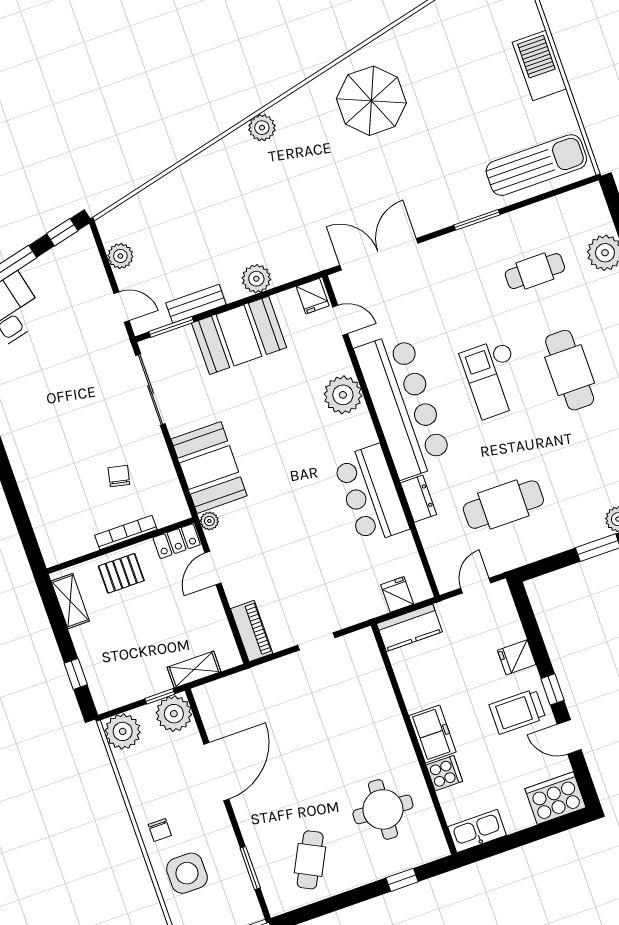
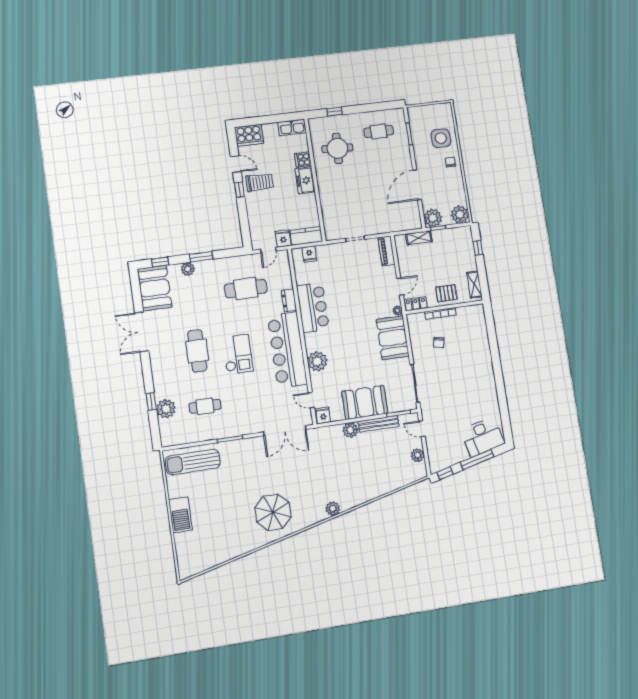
bench: (196, 304) -> (379, 424), width x1.36
fridge: (517, 657) -> (283, 238), moved, turned -90
cafe table: (310, 860) -> (379, 131), turned 63

